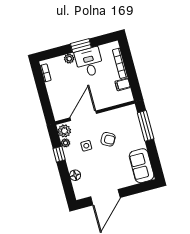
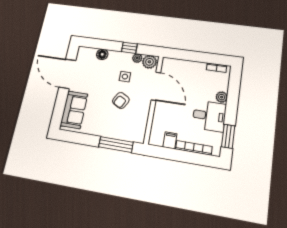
window: (81, 46) -> (228, 136), moved
sofa: (142, 166) -> (74, 110), moved, turned 90

